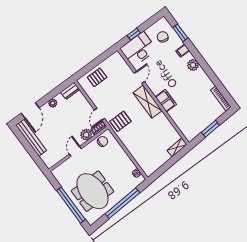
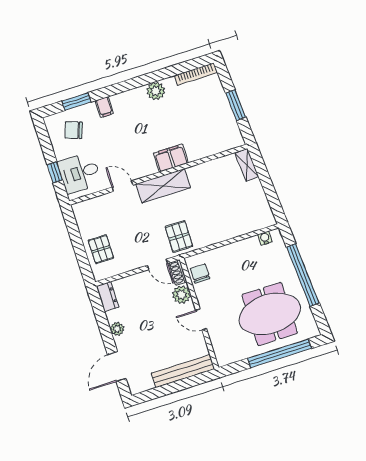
desk: (138, 49) -> (80, 173), width x0.73
plant: (193, 65) -> (156, 91), moved
door: (30, 111) -> (117, 367), swing flipped
bench: (31, 138) -> (183, 371), moved

